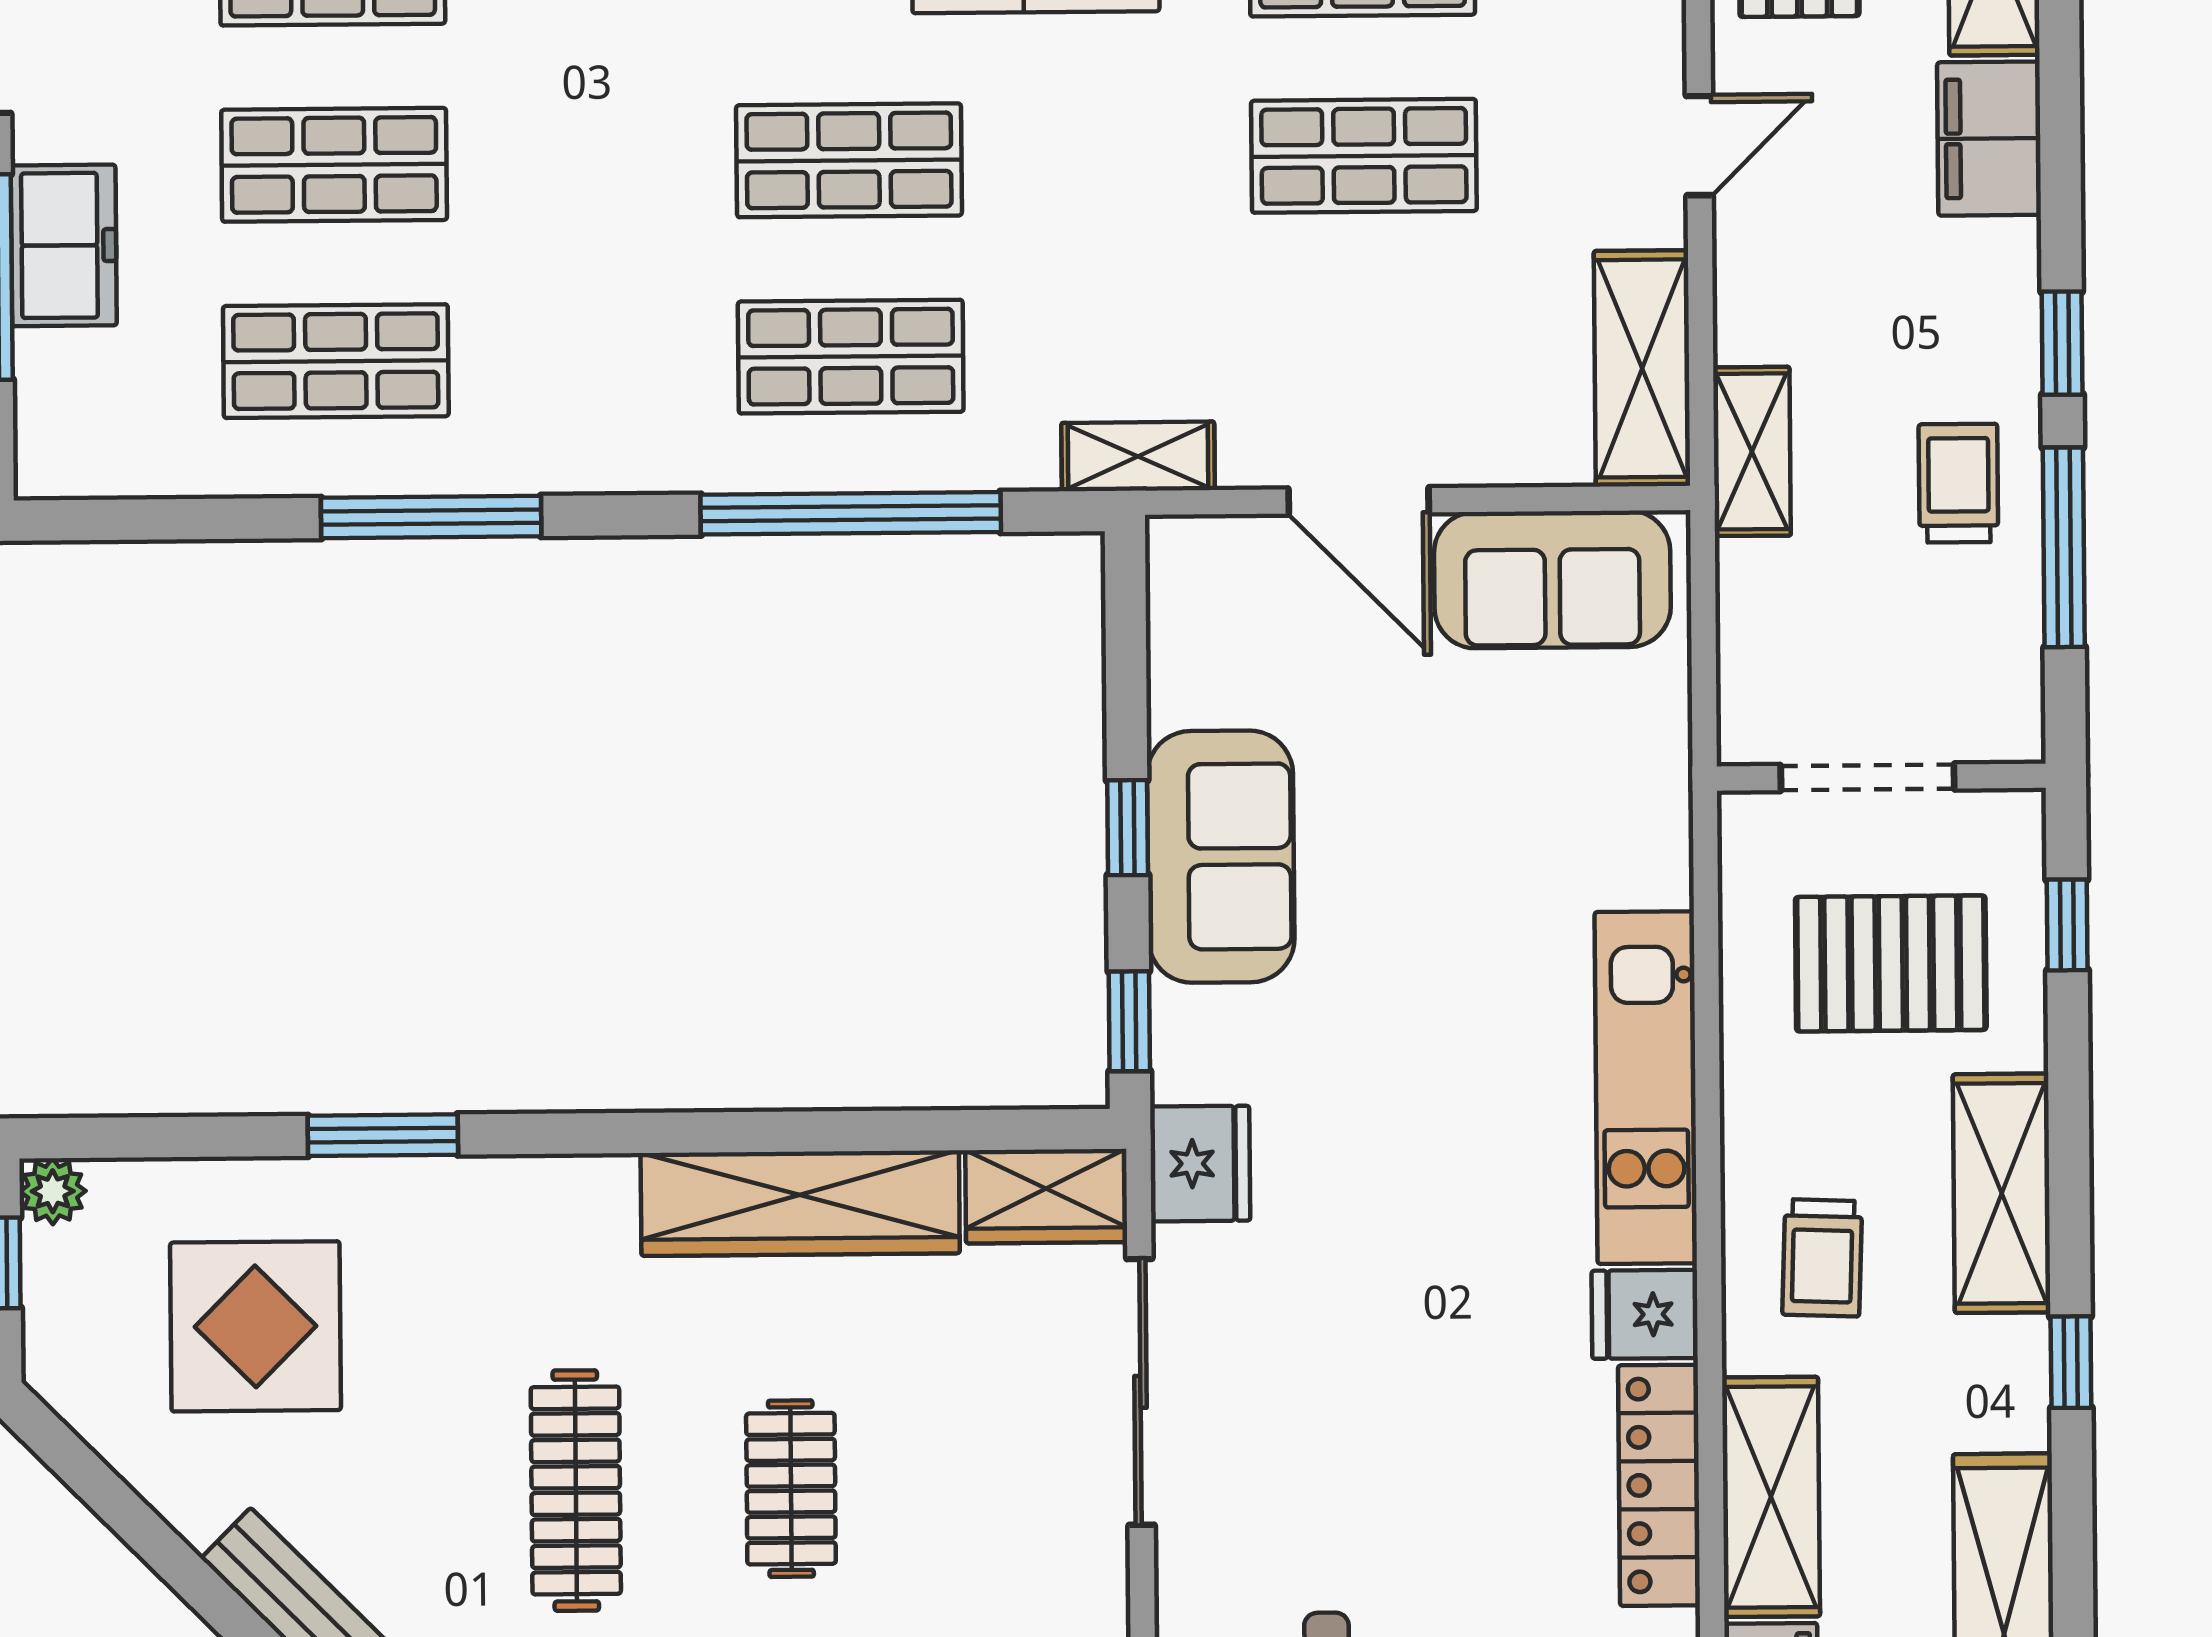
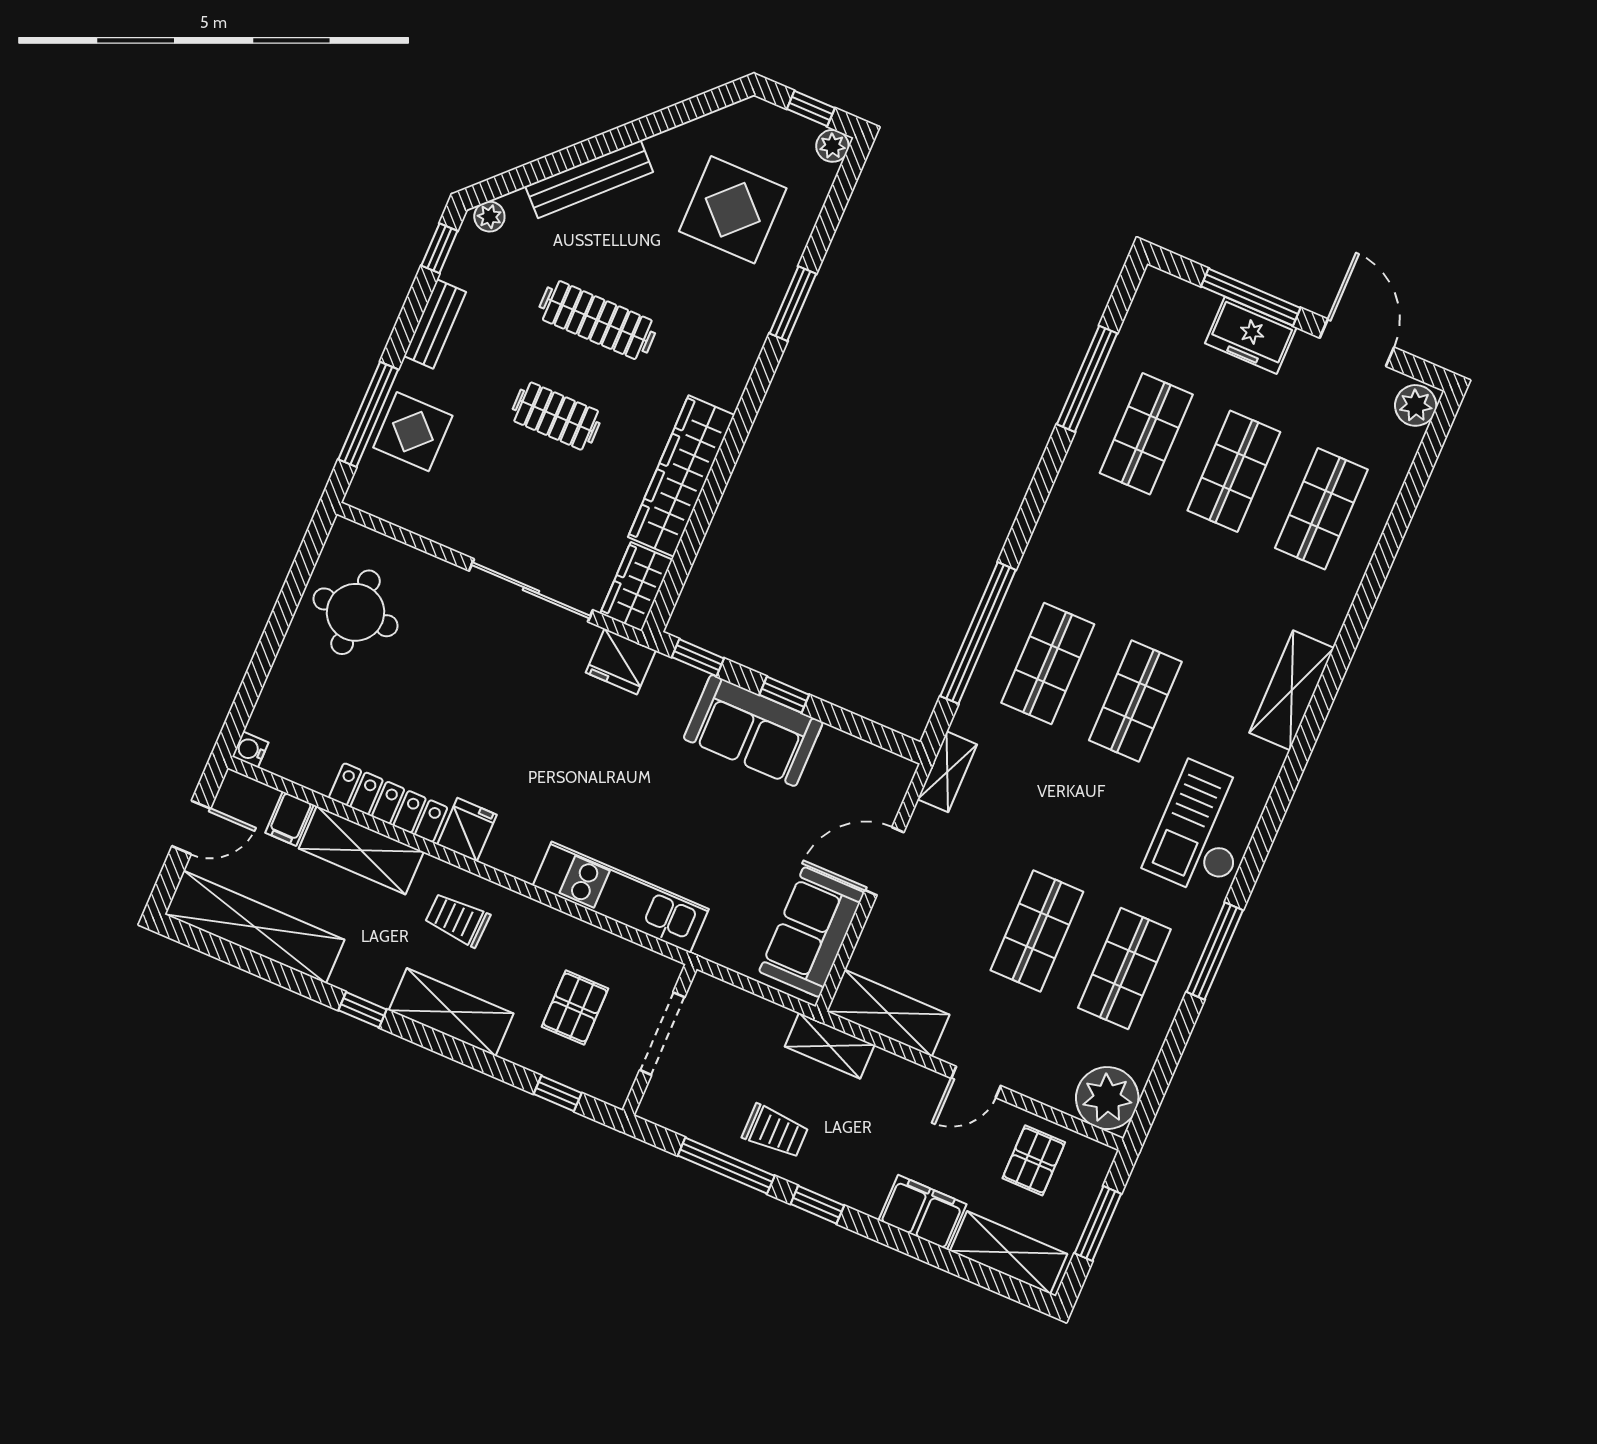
door: (1699, 146) -> (976, 1082), hinge flipped
window: (431, 517) -> (1087, 379), moved
pallet: (1891, 963) -> (575, 1008), width x0.67, depth x0.71
kitchen unit: (1646, 1088) -> (621, 897), moved

